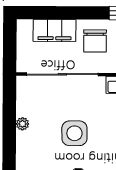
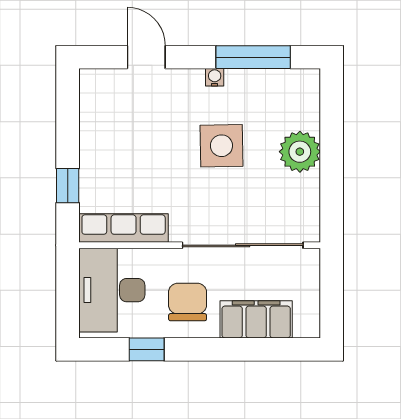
plant: (22, 124) -> (300, 152), width x1.88, depth x1.88

